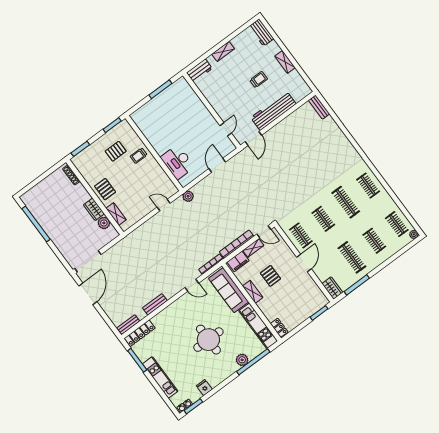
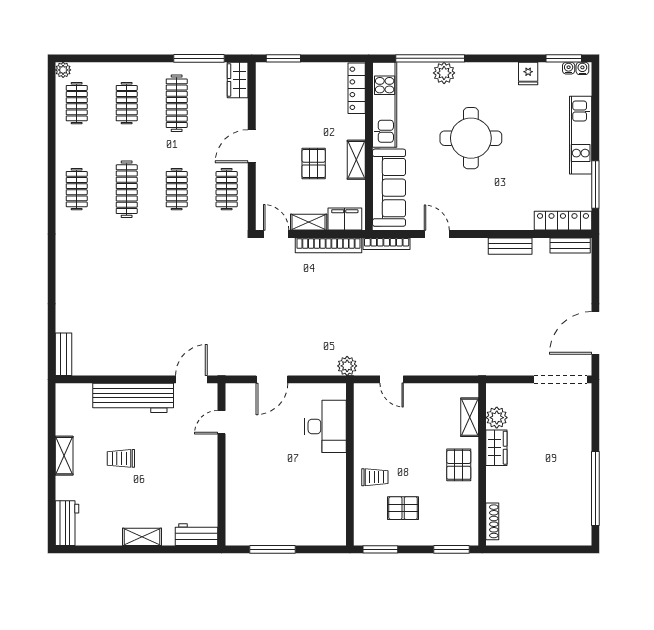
locker: (279, 328) -> (357, 88), width x1.53

